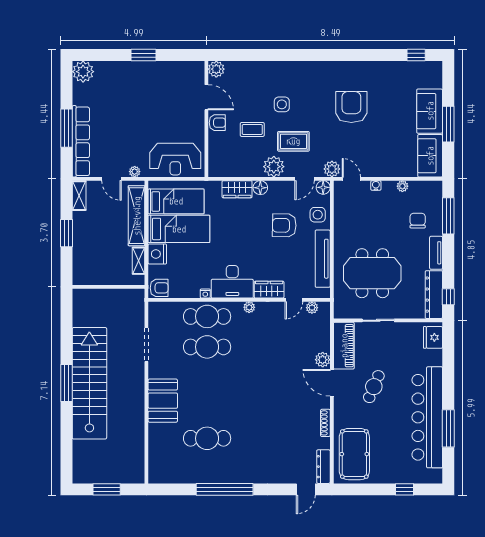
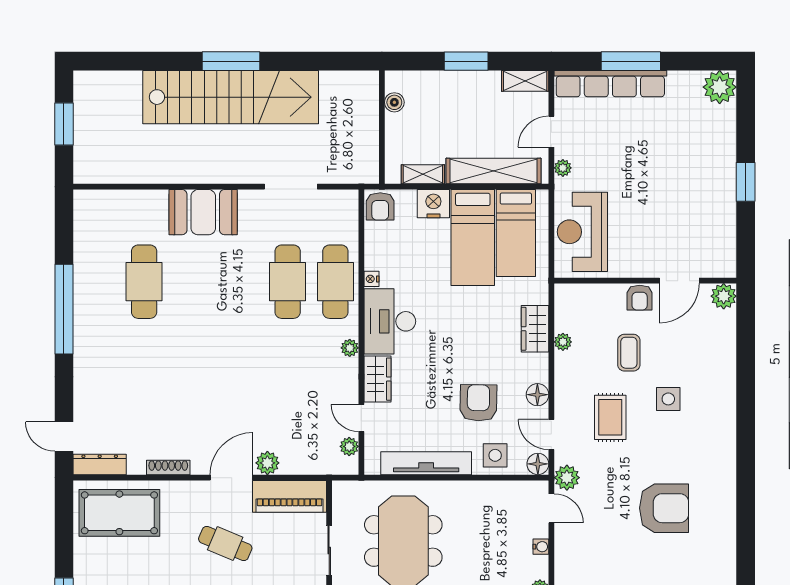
plant: (274, 167) -> (563, 342), moved, width x0.53, depth x0.53
door: (351, 179) -> (551, 508), hinge flipped
floor lamp: (260, 188) -> (537, 395), moved
boiler: (93, 279) -> (394, 102), added

